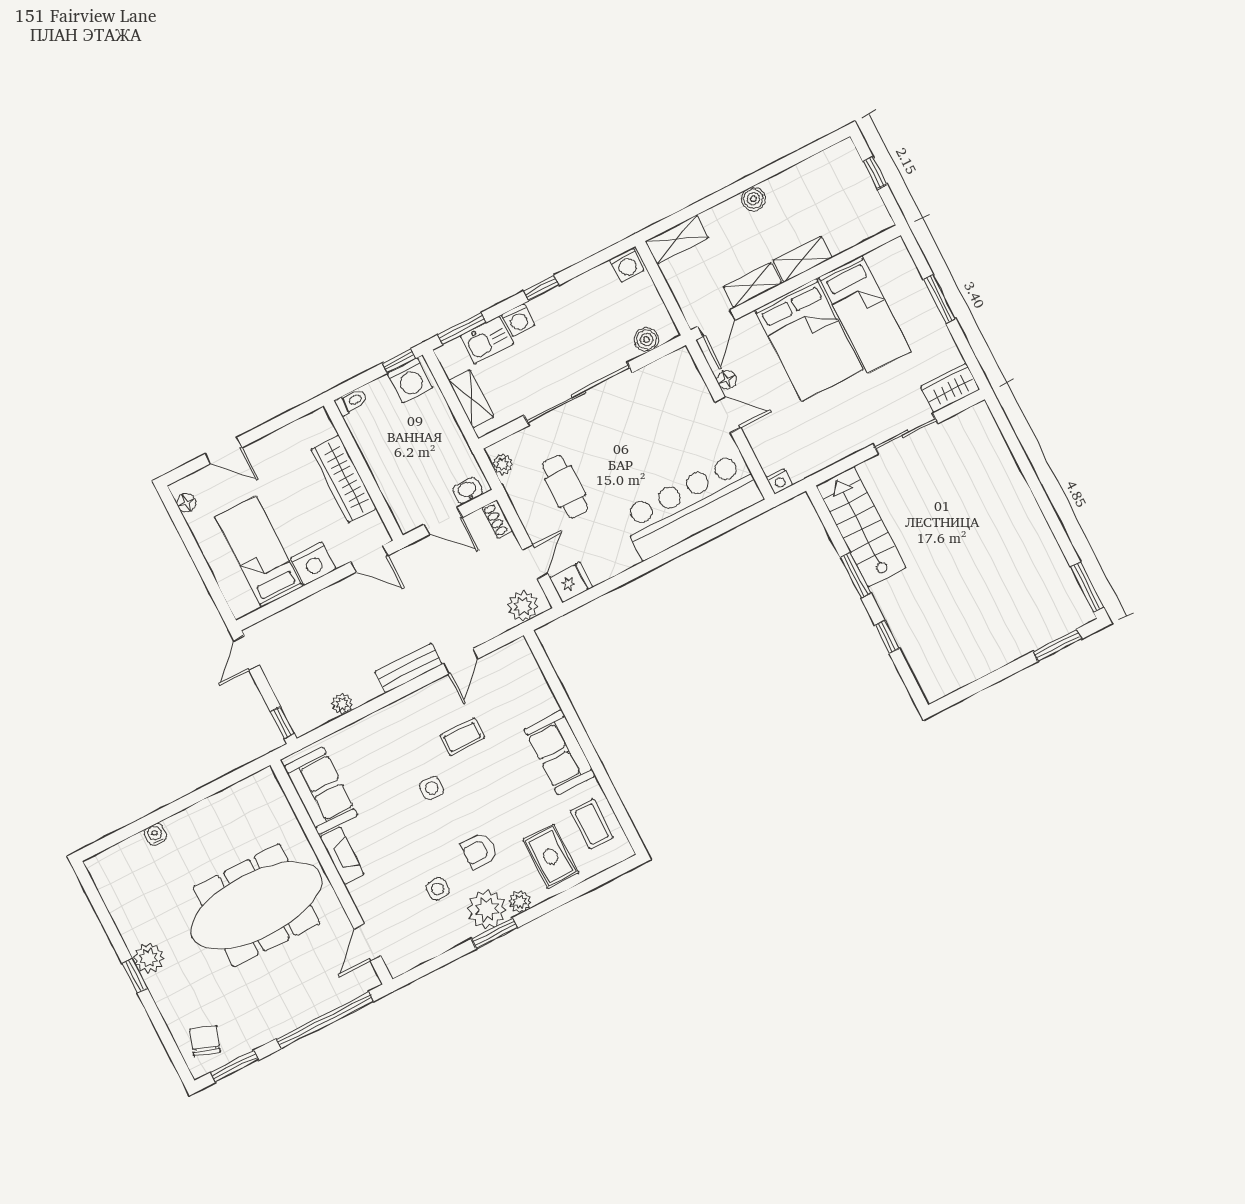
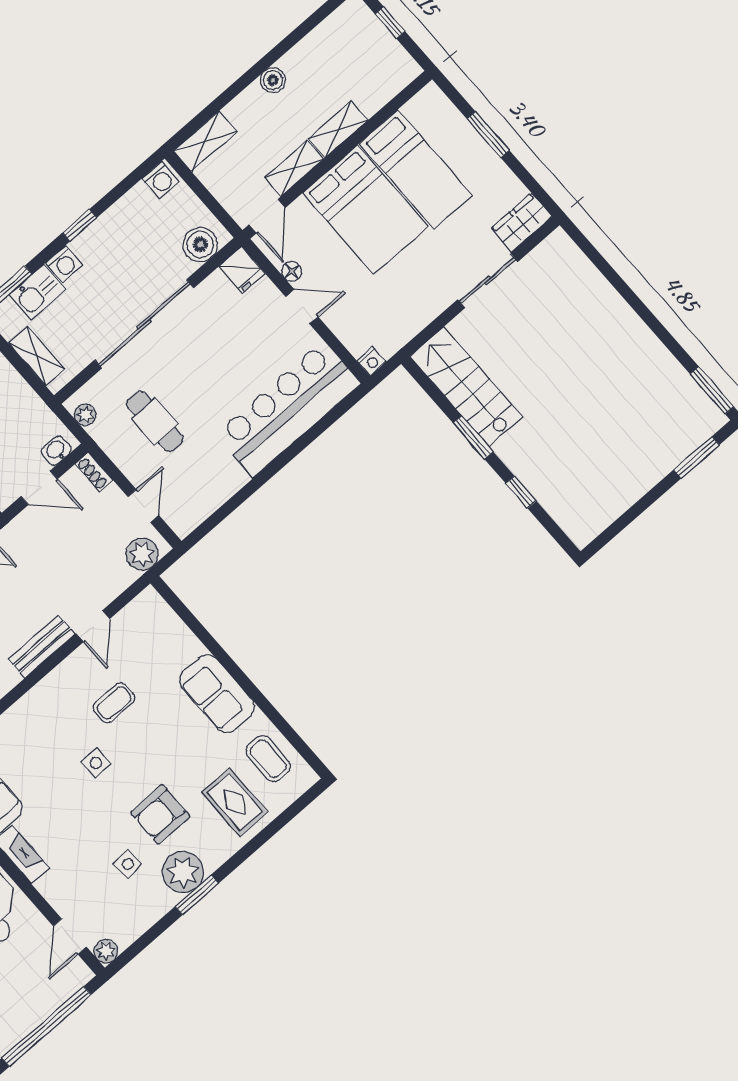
boiler: (646, 340) -> (200, 244), width x1.36, depth x1.36
fridge: (571, 582) -> (242, 270), moved, turned 90
armchair: (479, 851) -> (160, 814), width x1.38, depth x1.38
plant: (520, 902) -> (106, 951), moved

